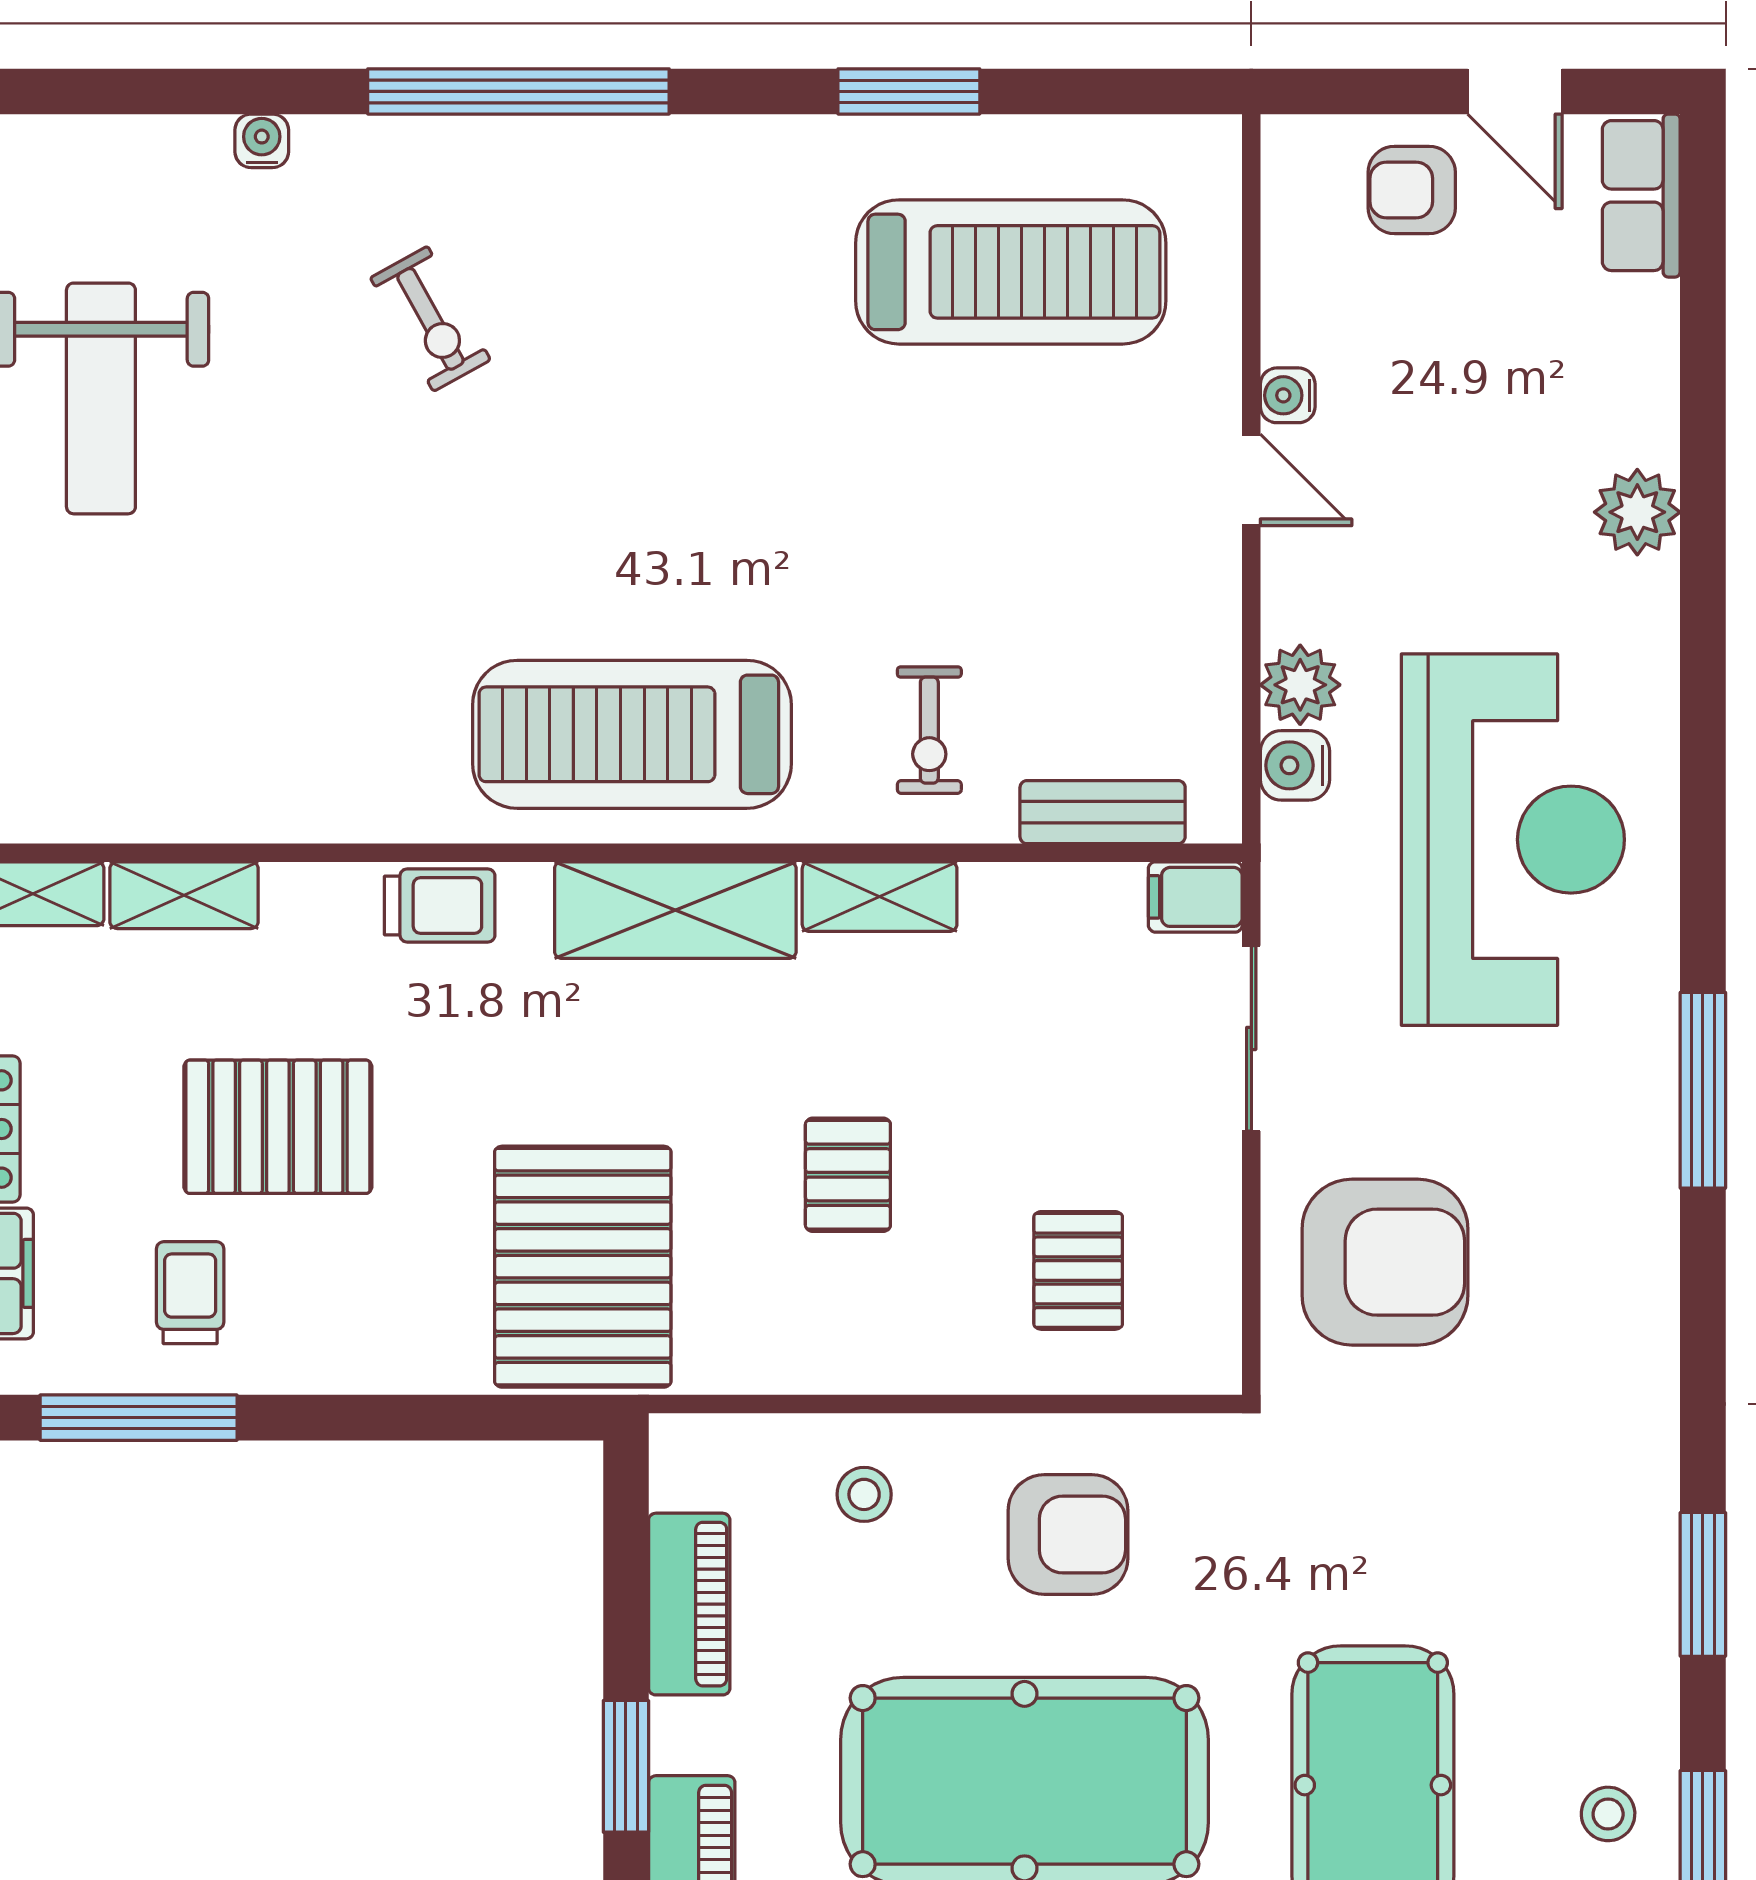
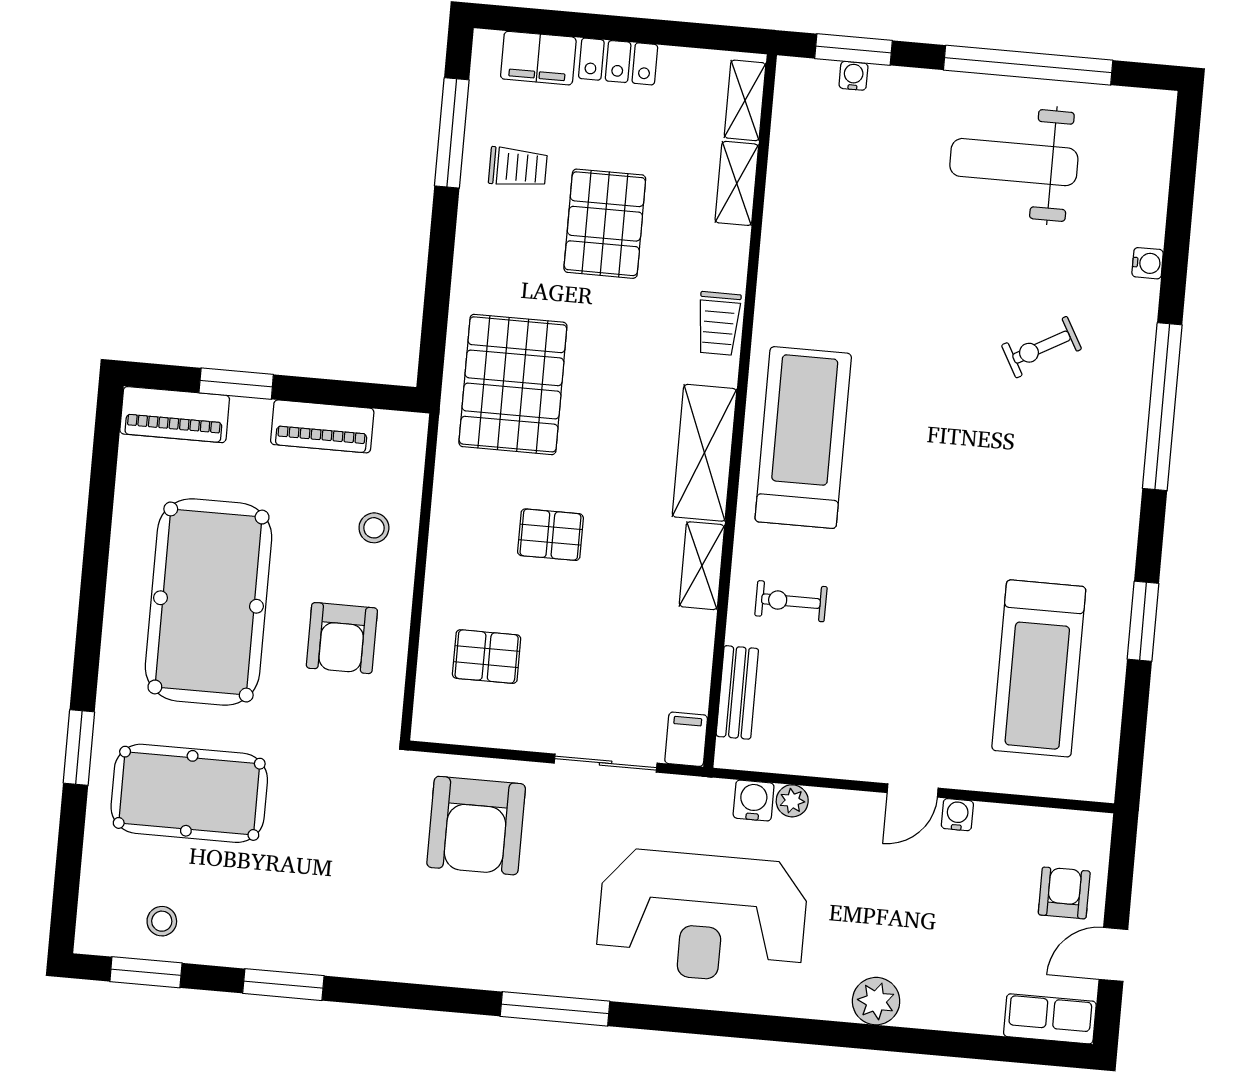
plant: (1300, 685) -> (792, 801), width x0.73, depth x0.73
pallet: (583, 1267) -> (513, 384), turned 90

